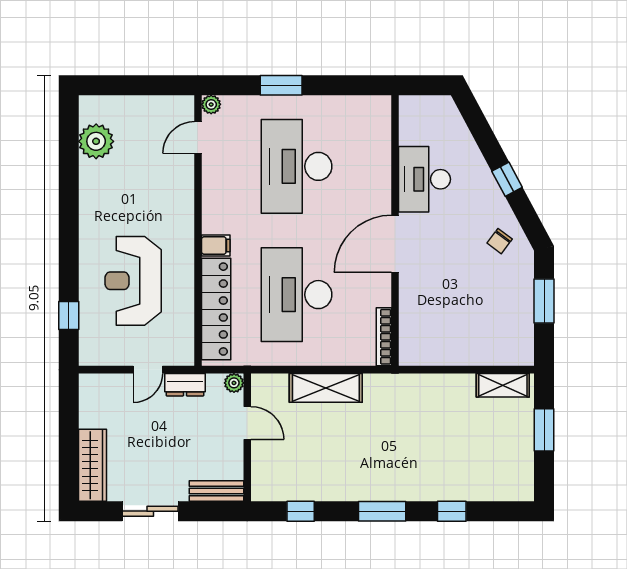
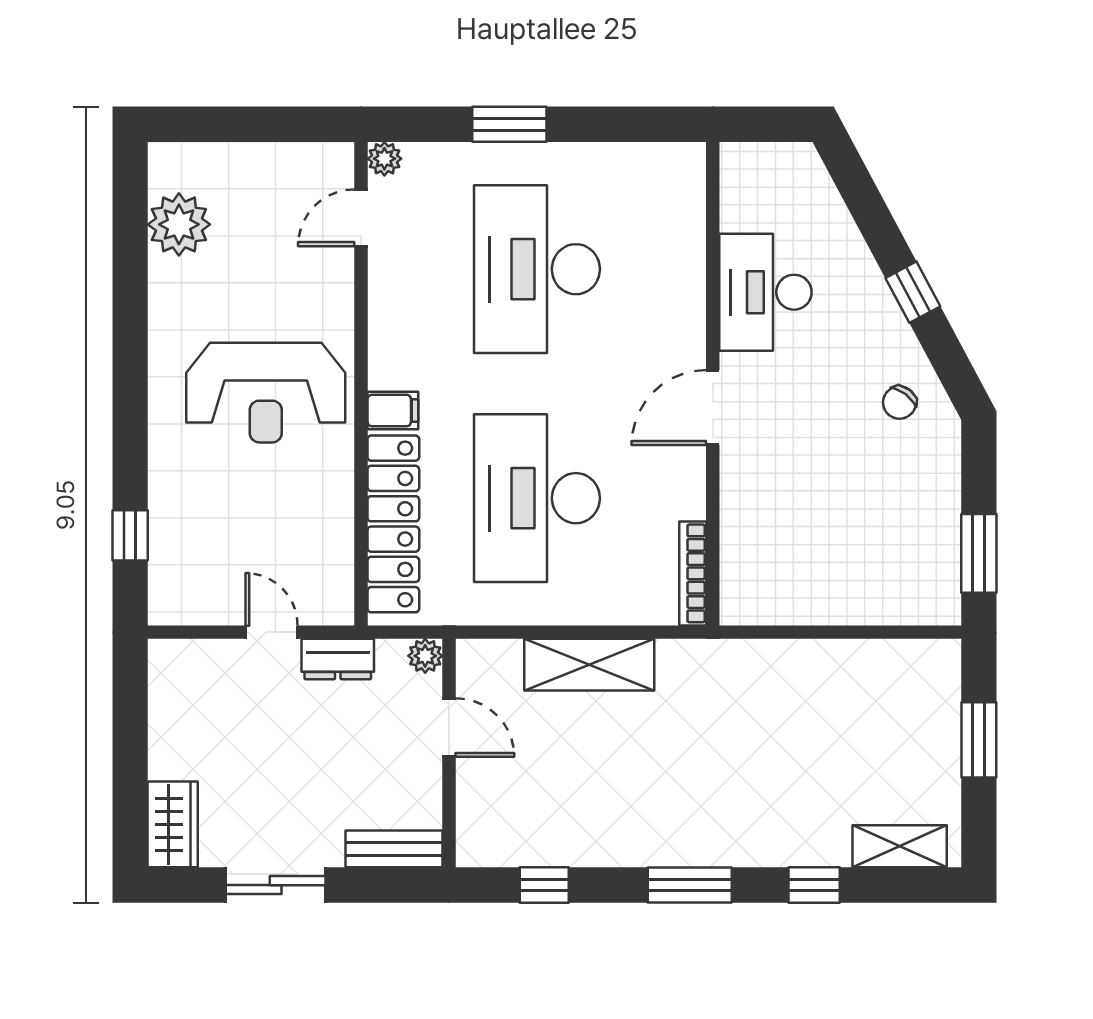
door: (395, 244) -> (713, 408), width x0.73
reception desk: (133, 281) -> (266, 393), moved, turned -90
window: (544, 301) -> (979, 553), moved
door: (148, 370) -> (272, 632), swing flipped
shelving: (503, 385) -> (900, 846), moved
wardrobe: (93, 465) -> (173, 824), width x0.67

